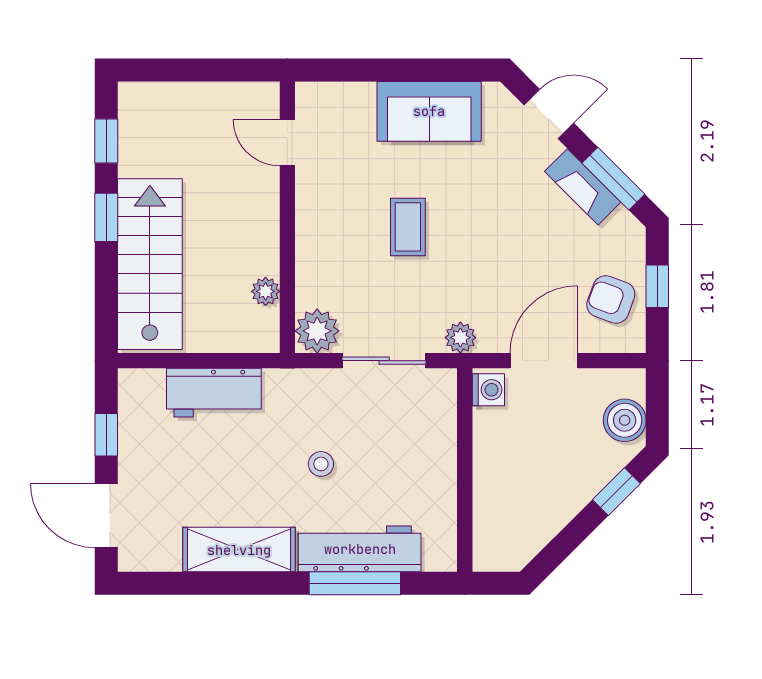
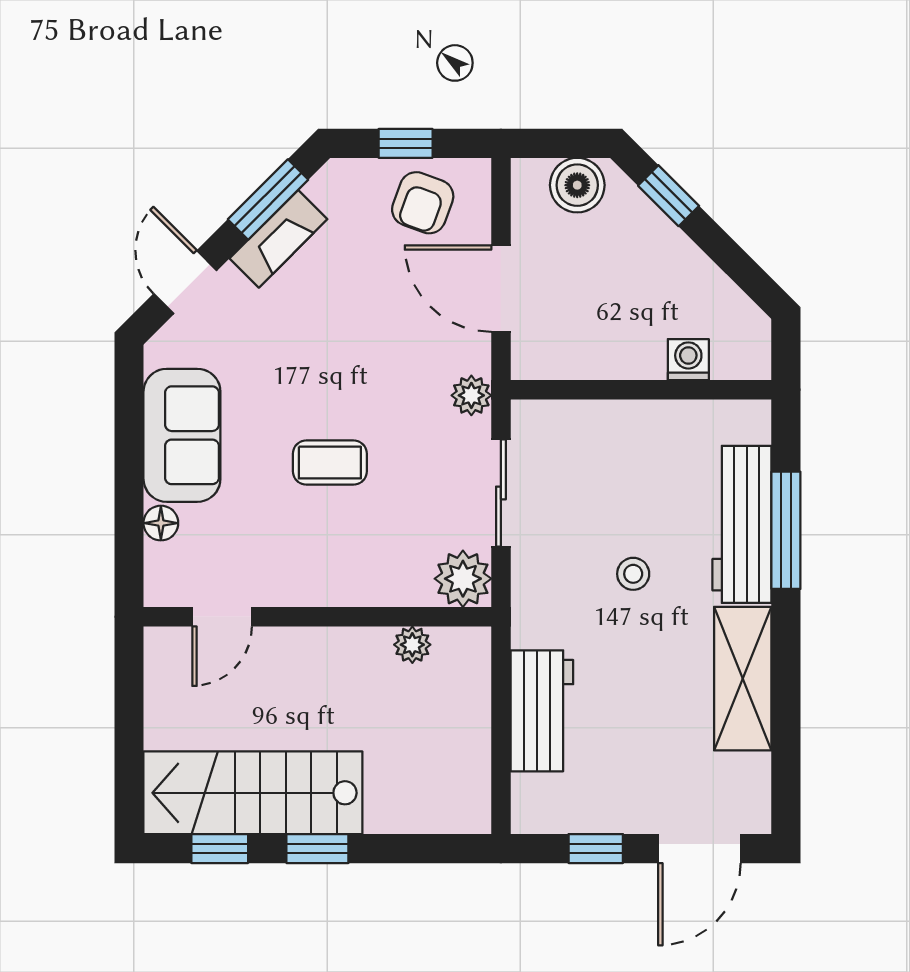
floor lamp: (361, 95) -> (161, 523), added
stairs: (150, 264) -> (253, 793), moved
washing machine: (488, 390) -> (688, 360), moved

